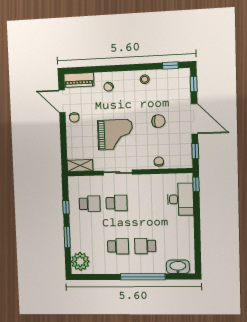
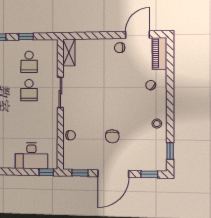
grand piano: (115, 135) -> (100, 91), removed

